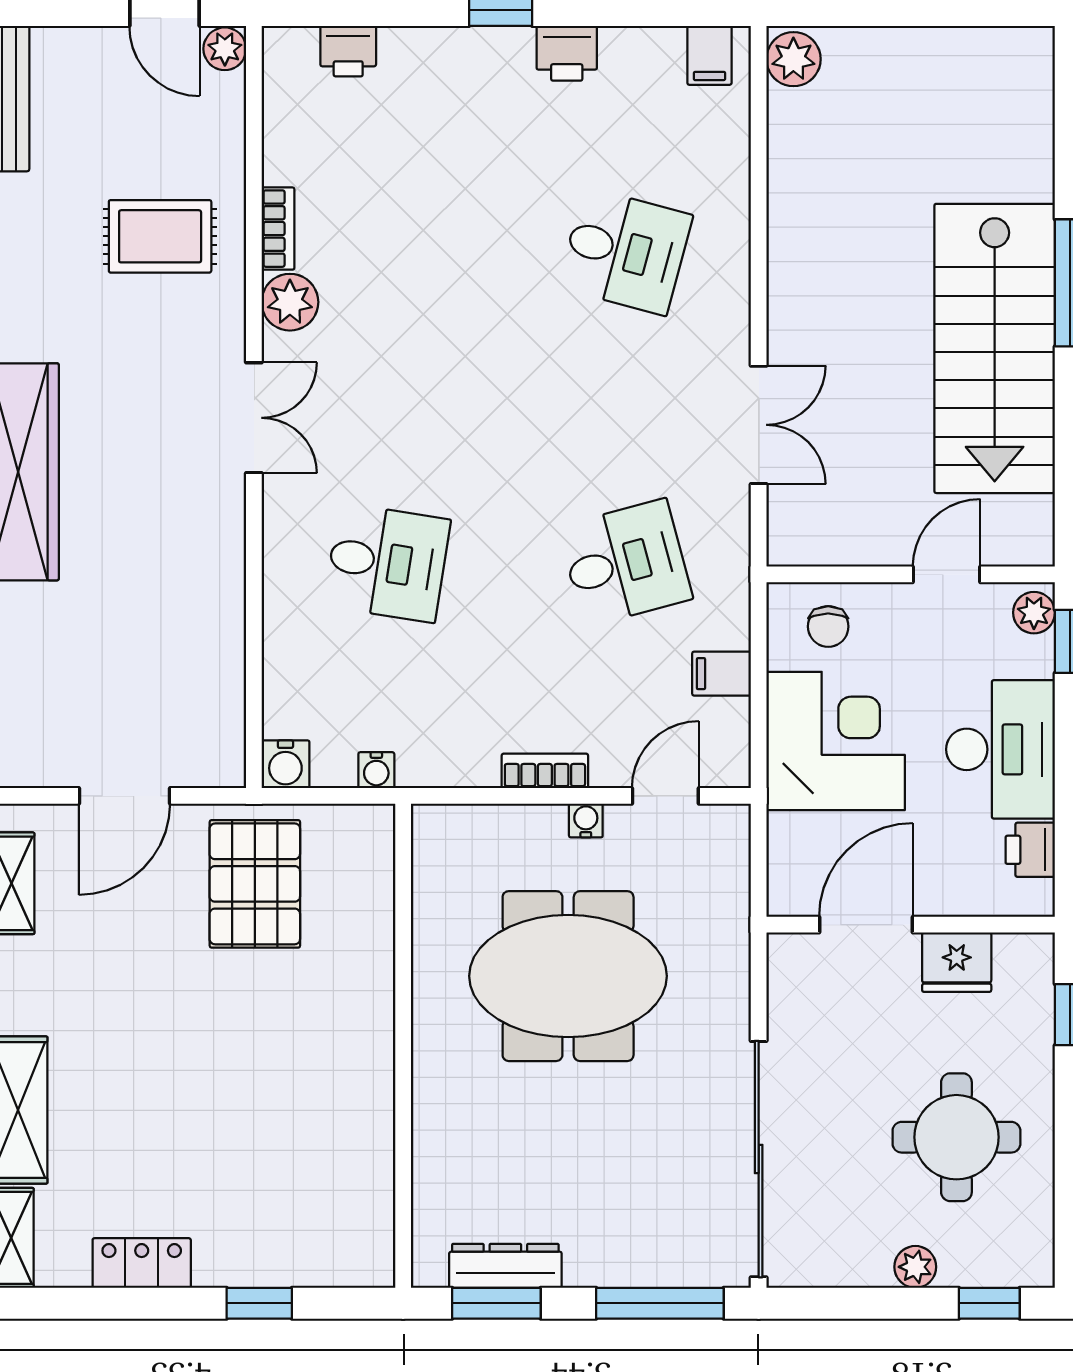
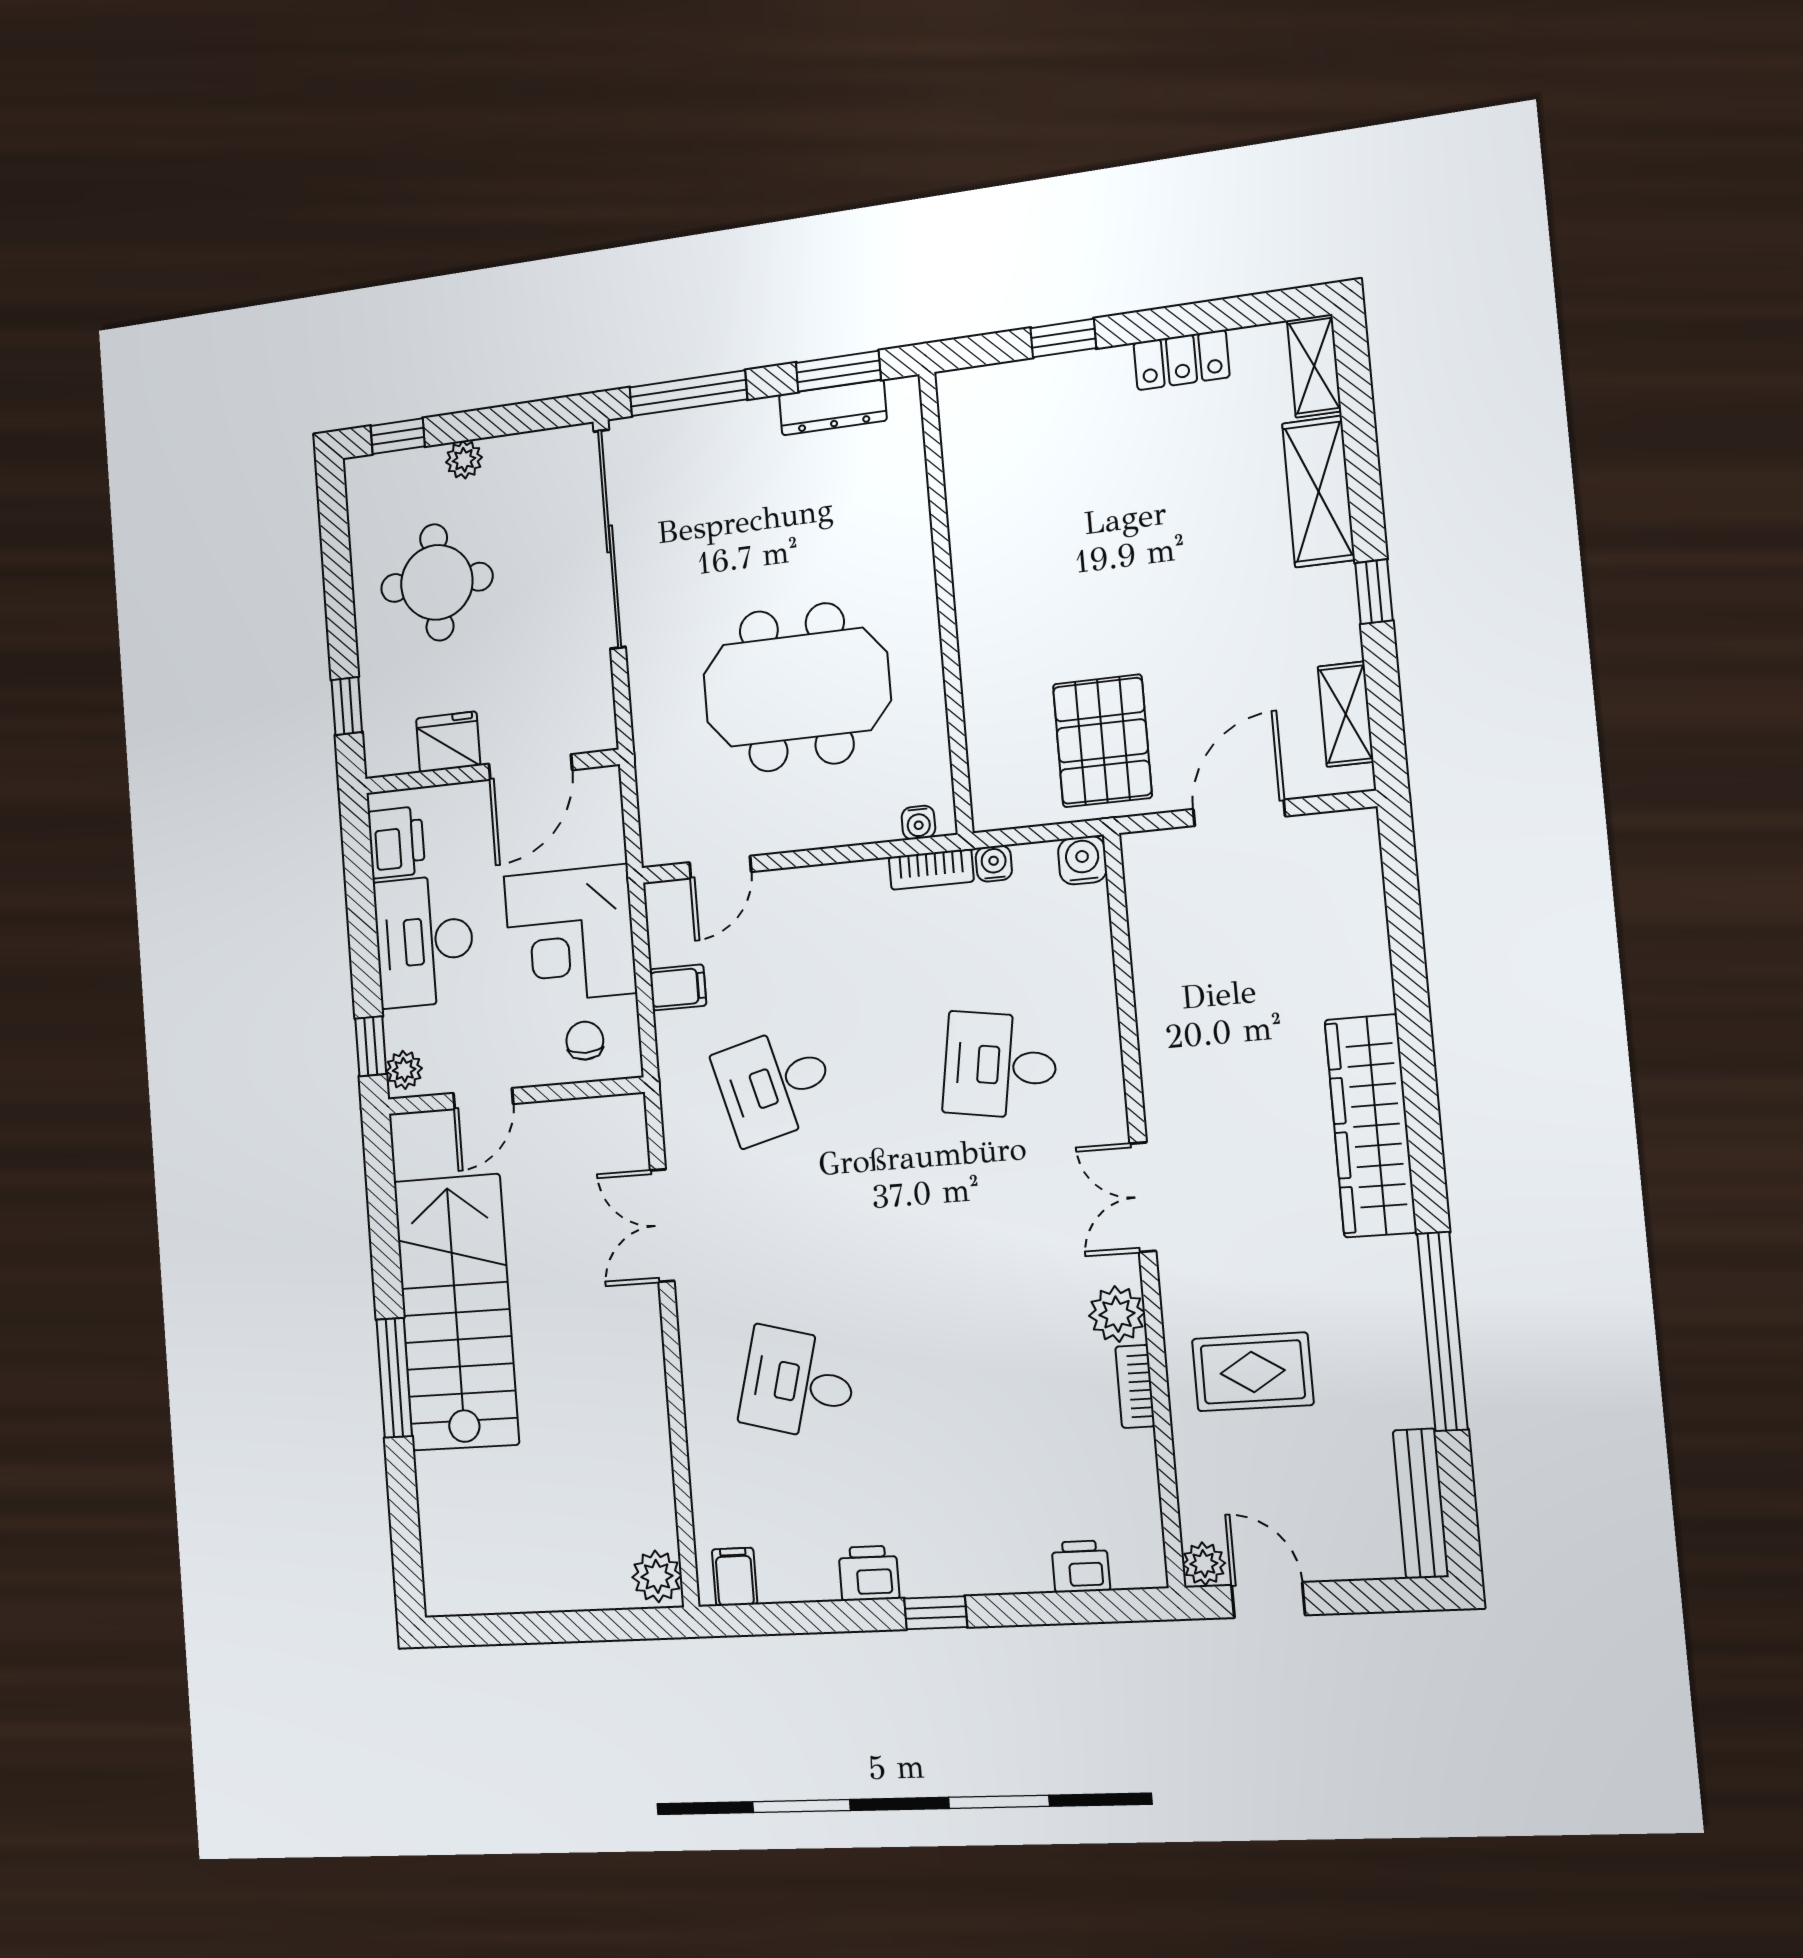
bookcase: (545, 771) -> (931, 869), moved
water cooler: (586, 821) -> (918, 823), moved
printer: (1030, 850) -> (396, 842), width x1.36, depth x1.24

